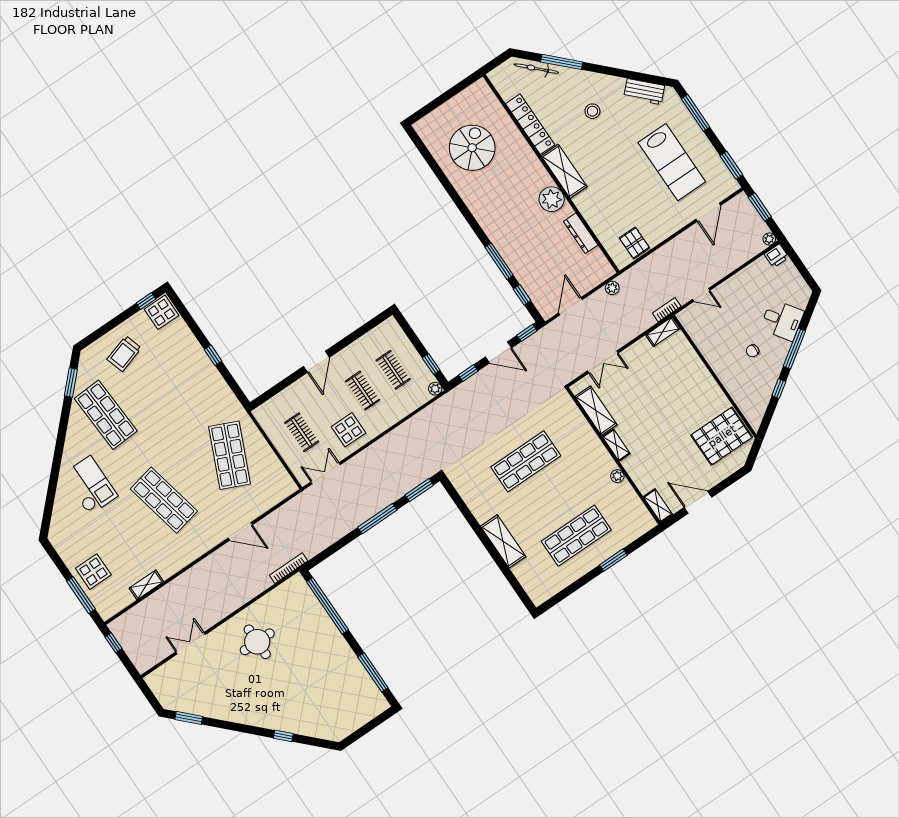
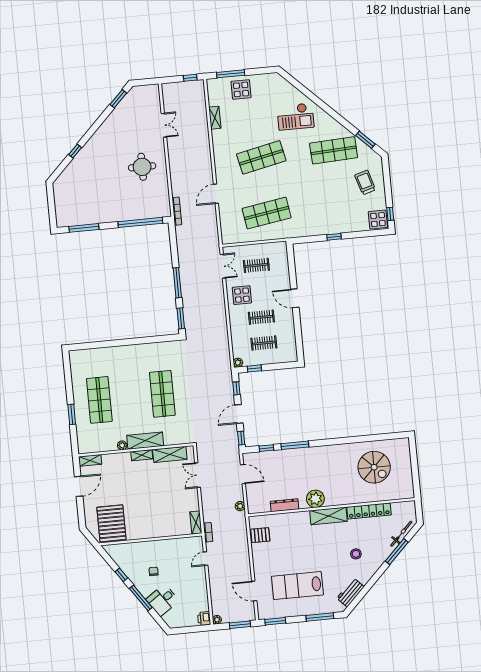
shop shelf: (230, 455) -> (267, 213), turned -33
shelving: (503, 541) -> (145, 441), moved

